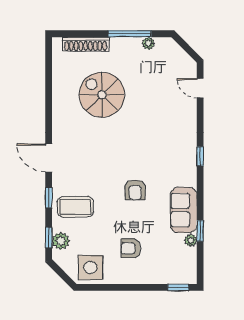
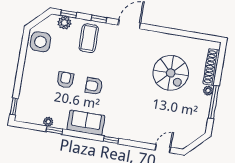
plant: (148, 43) -> (208, 91), moved
spiral stairs: (102, 95) -> (171, 73), turned 90
sofa: (184, 210) -> (86, 123), moved
armchair: (131, 248) -> (65, 80), moved

